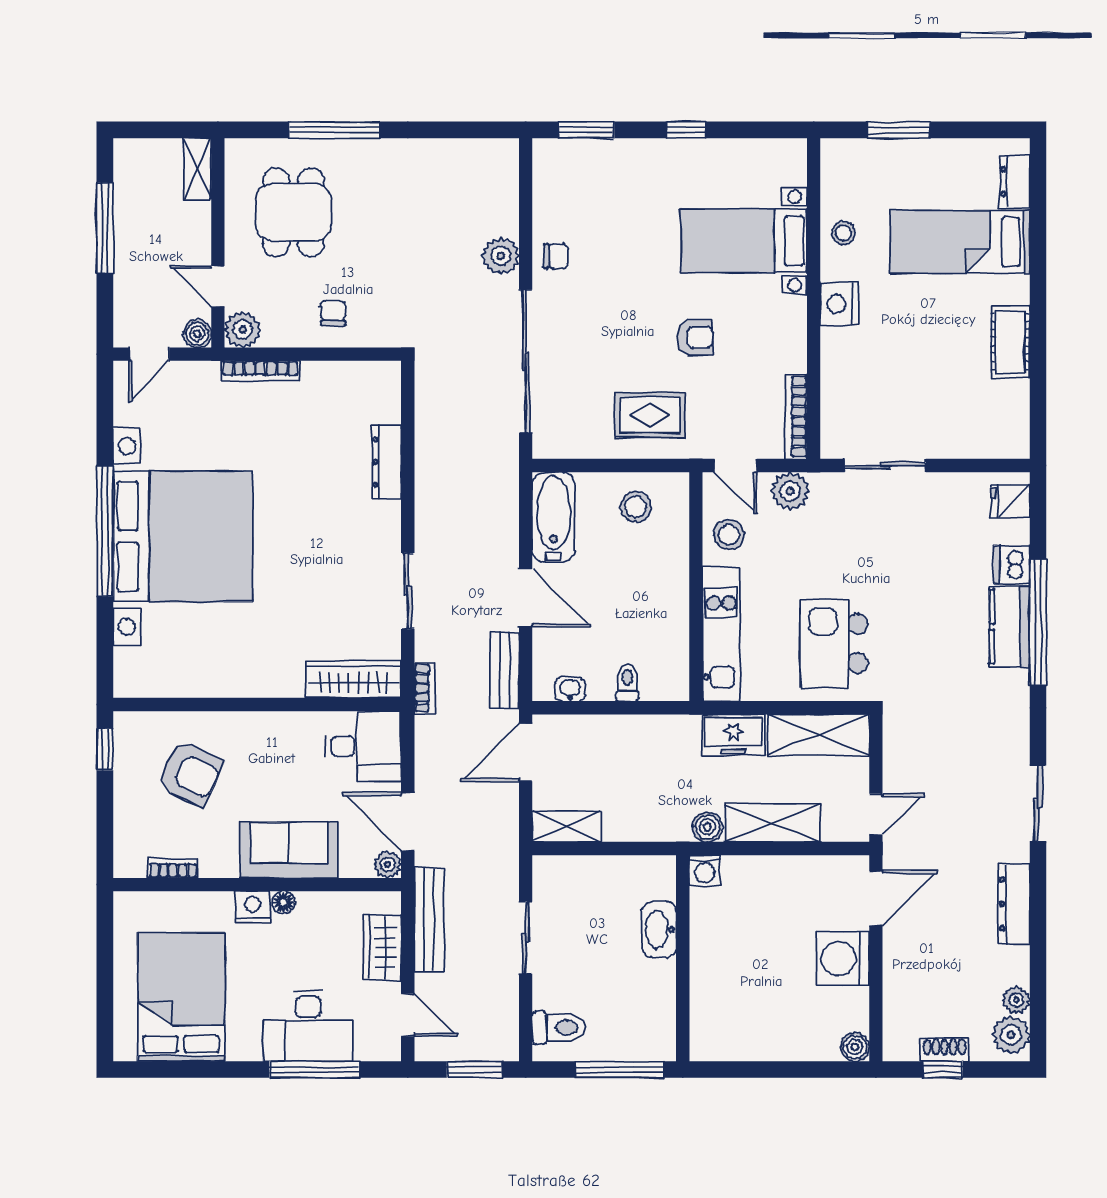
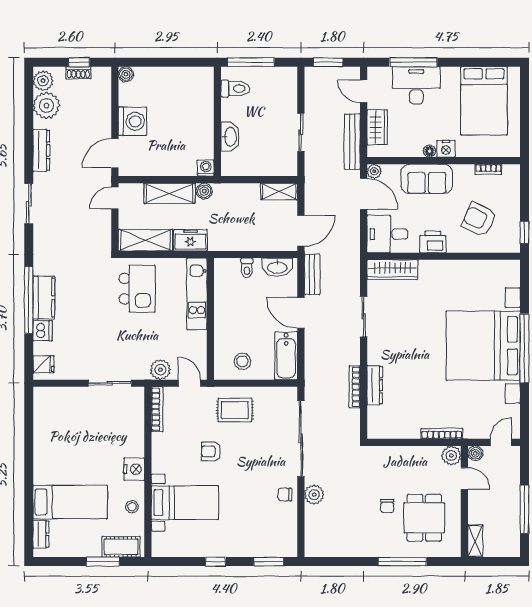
chair: (333, 313) -> (387, 506), moved
cot: (1010, 342) -> (121, 547), moved, turned 90
stool: (729, 535) -> (193, 347), removed
bookcase: (424, 688) -> (355, 387), moved, width x1.56
washbasin: (570, 689) -> (277, 267), width x1.91, depth x1.45
printer: (277, 731) -> (433, 242), added
plant: (1016, 1000) -> (46, 106), width x1.88, depth x1.88
toilet: (559, 1028) -> (235, 89), moved, turned 180

